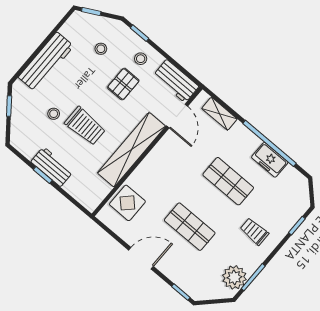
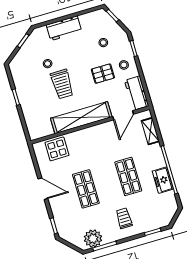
workbench: (46, 62) -> (64, 28), width x0.73
workbench: (52, 167) -> (25, 96), removed

